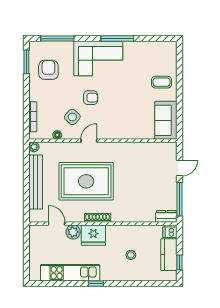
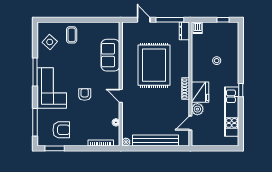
armchair: (48, 70) -> (61, 130), turned 180
side table: (72, 117) -> (50, 42), moved
sofa: (166, 120) -> (110, 55), moved, turned 90
rug: (86, 181) -> (154, 65), moved
kitchen counter: (169, 255) -> (216, 29), removed

